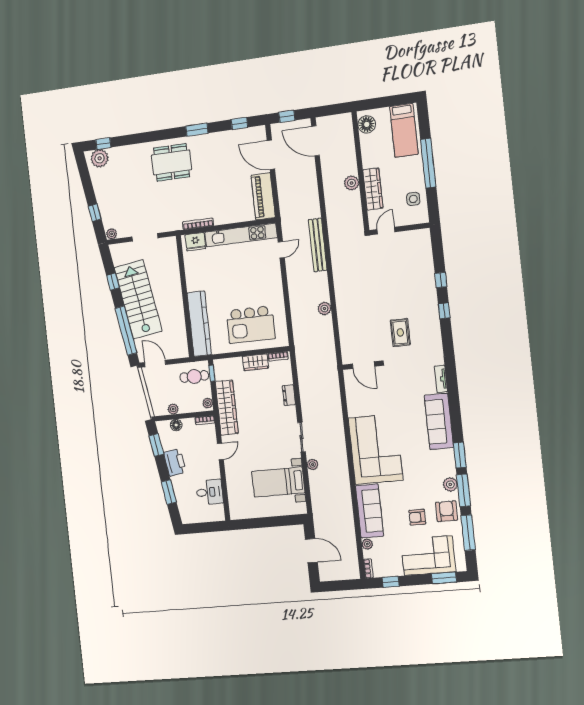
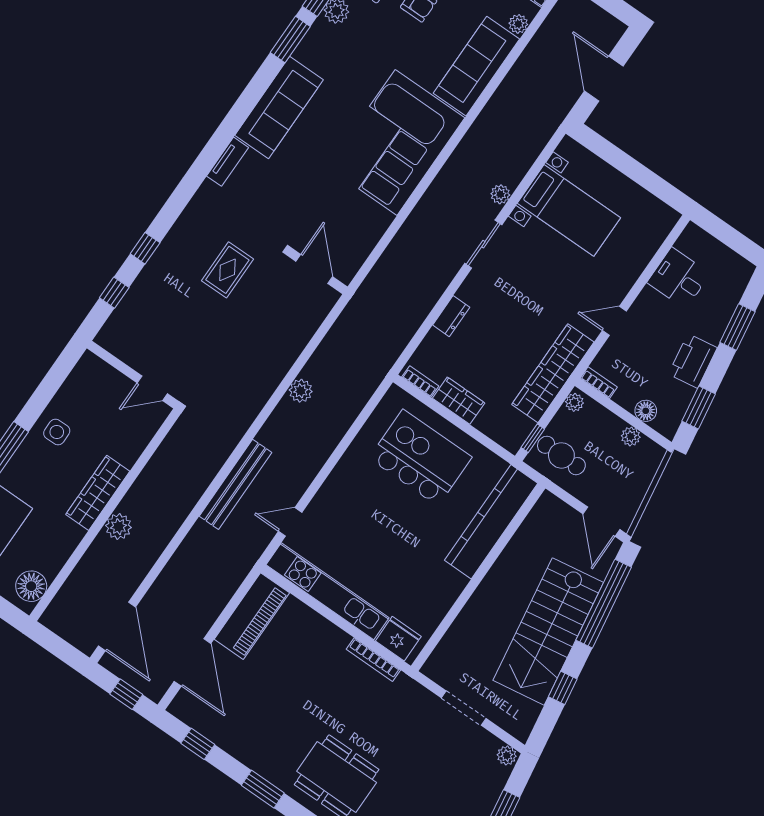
wall: (399, 229) -> (133, 375), moved
door: (386, 231) -> (152, 388), moved

